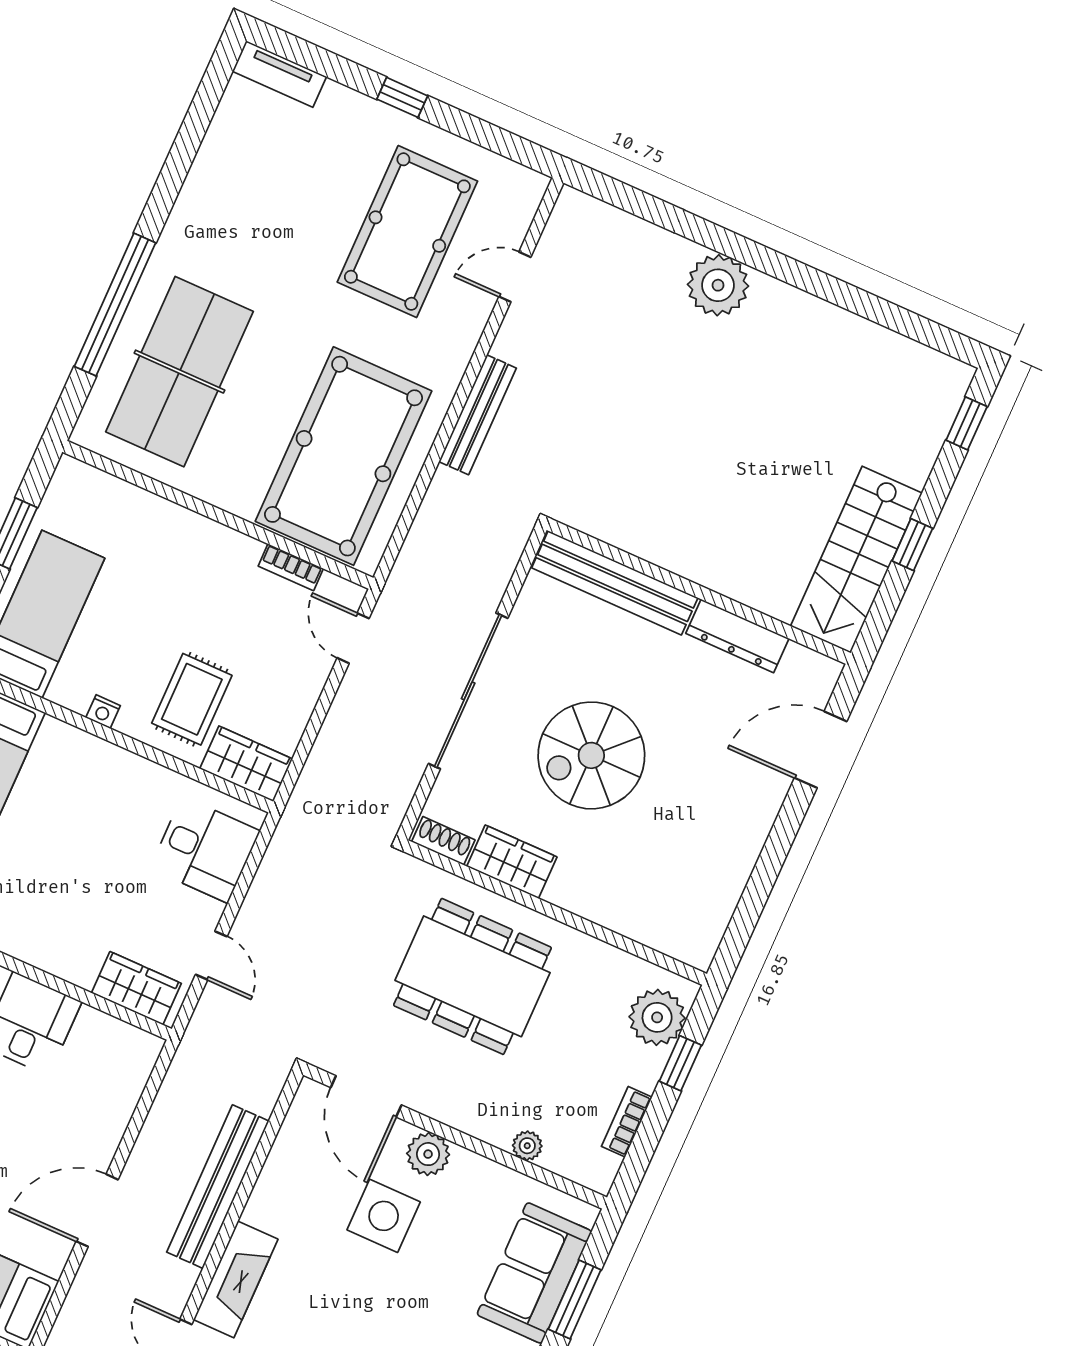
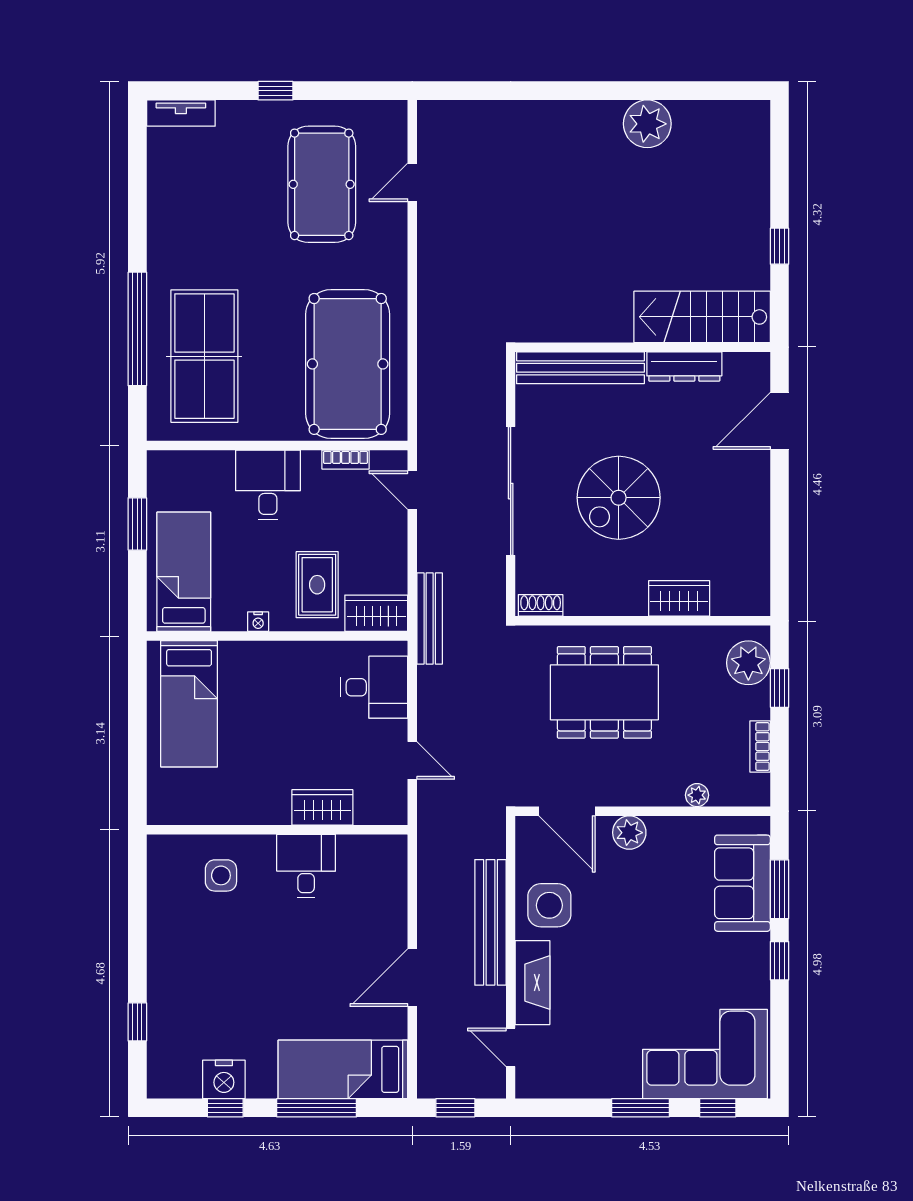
plant: (718, 285) -> (647, 124), moved
bench: (478, 415) -> (430, 619), moved
window: (967, 423) -> (779, 143), removed
desk: (186, 556) -> (268, 485), added
stairs: (856, 560) -> (702, 317), moved, turned 90
wardrobe: (512, 862) -> (679, 598), moved
wardrobe: (136, 988) -> (322, 807), moved
side table: (384, 1216) -> (549, 905), moved

